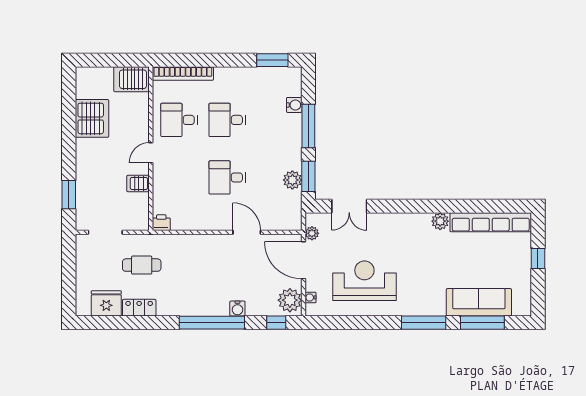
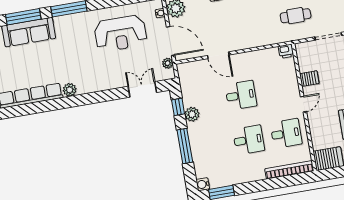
water cooler: (294, 105) -> (203, 184), moved
window: (308, 176) -> (178, 107), width x0.67
plant: (292, 180) -> (192, 114), moved

